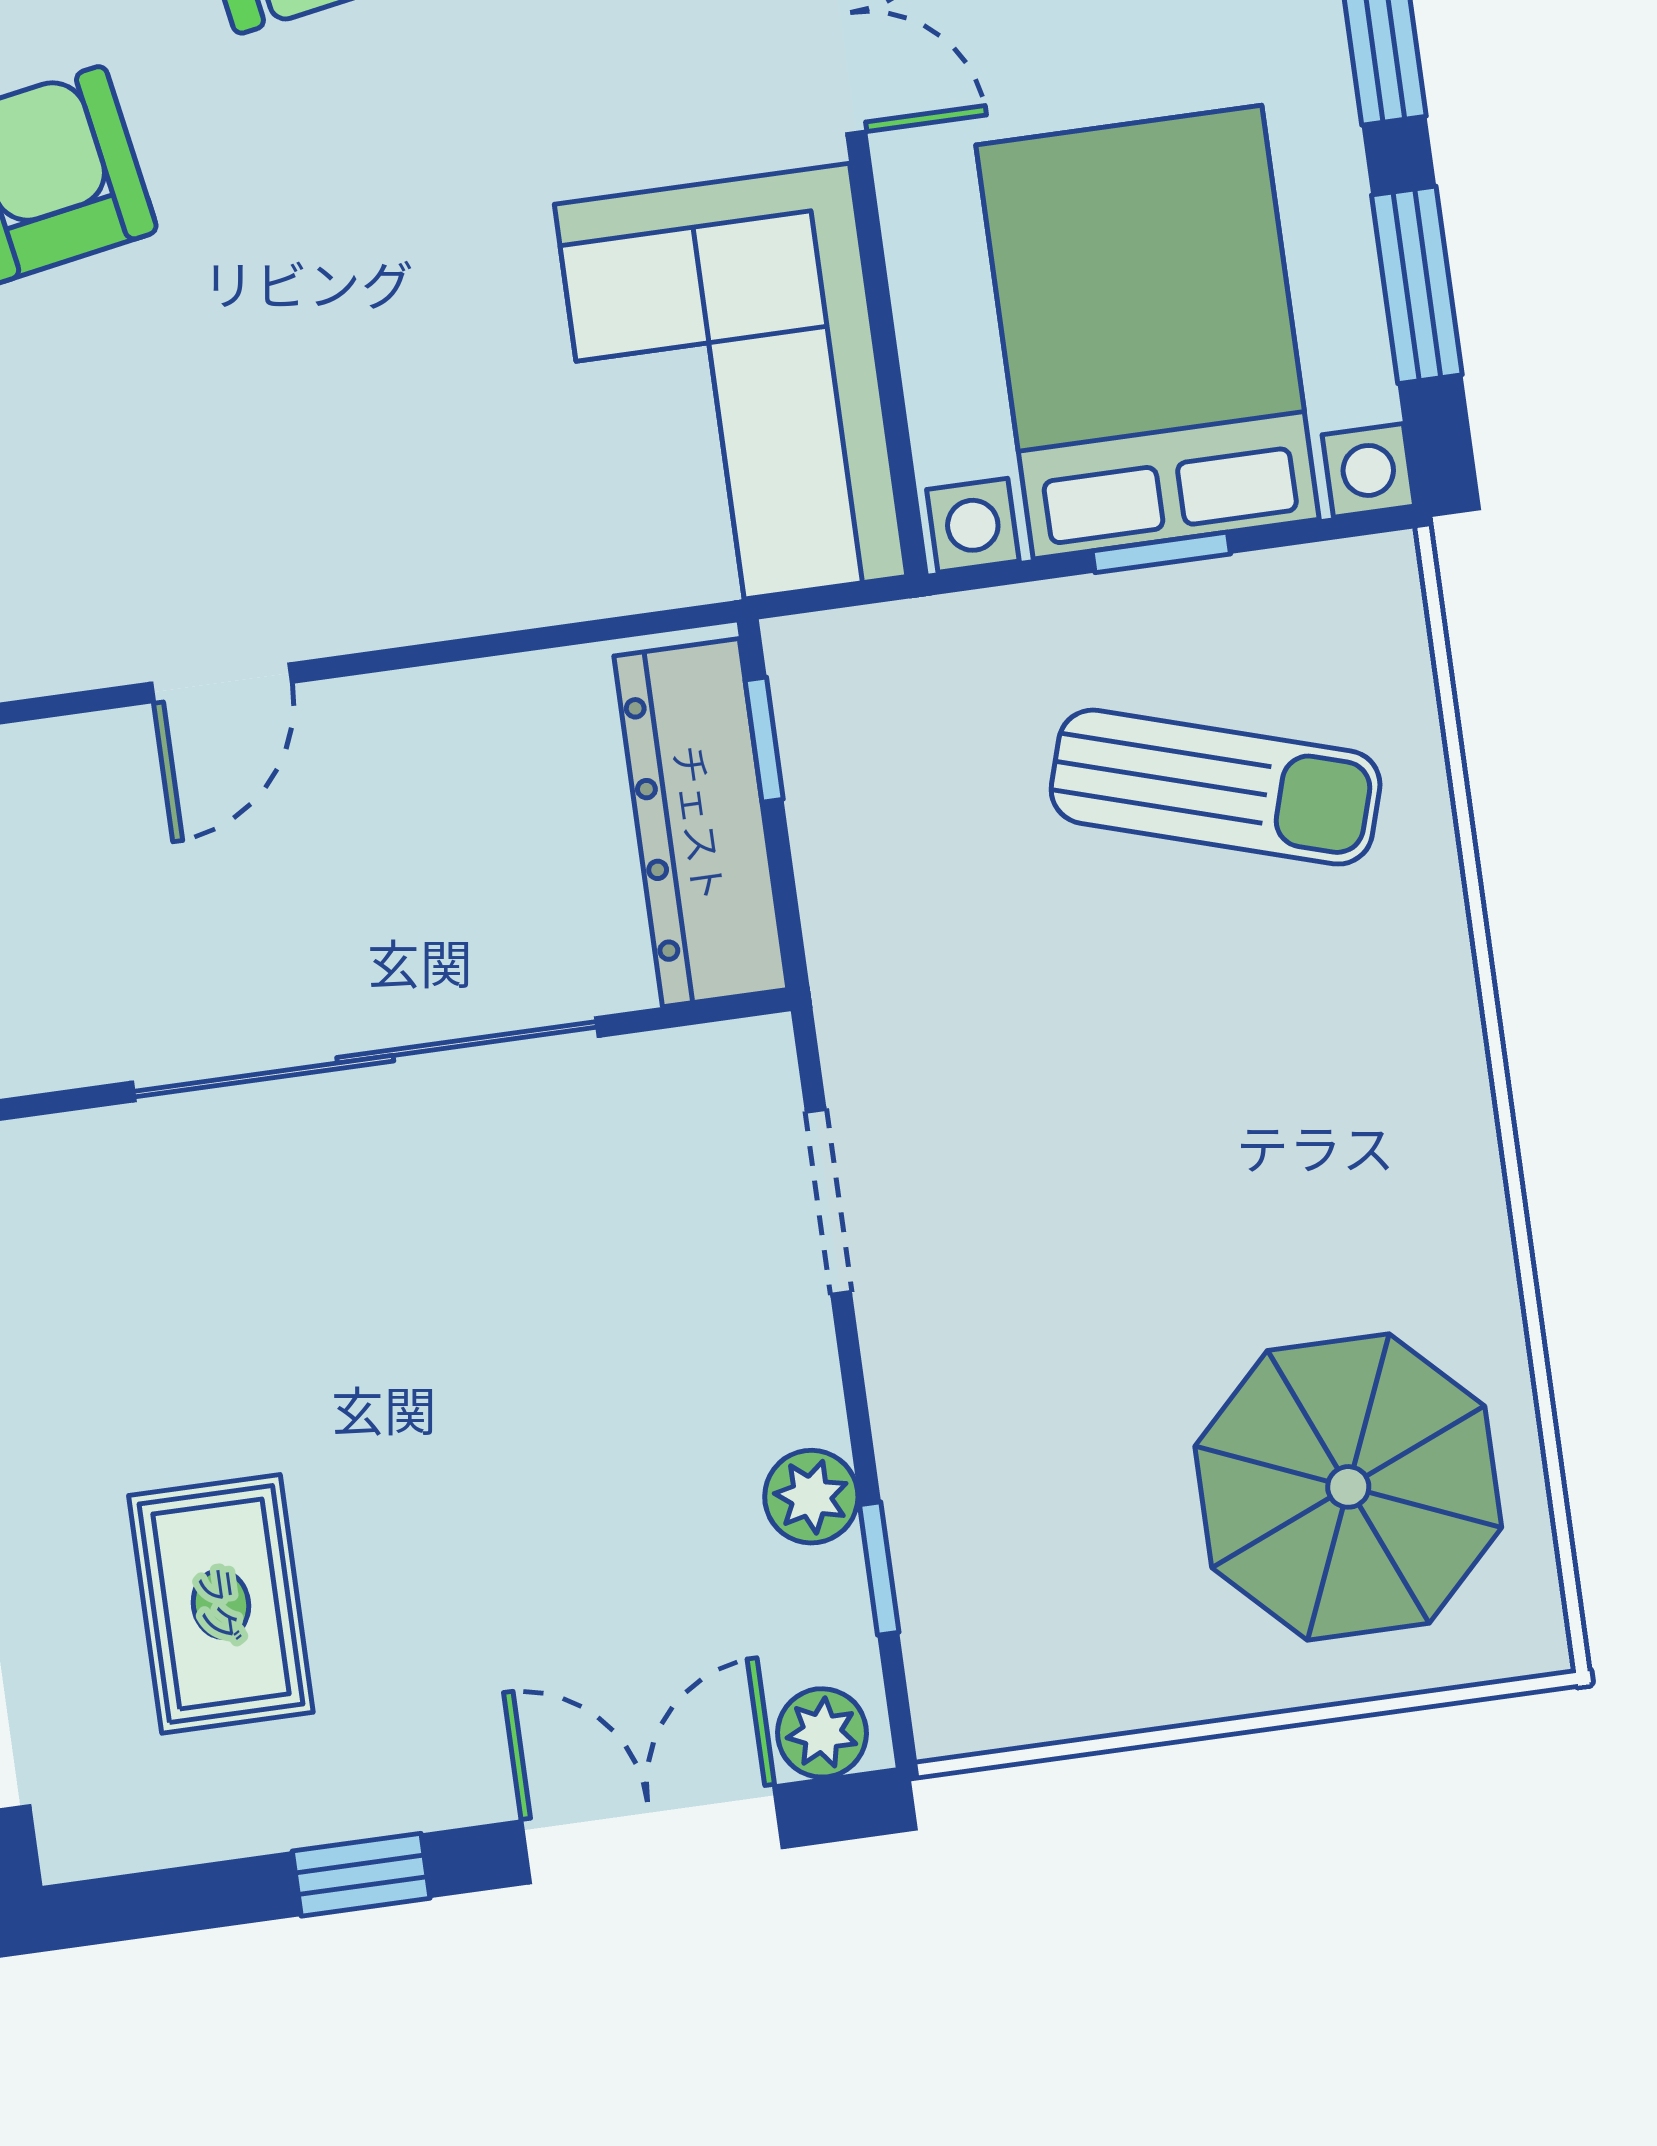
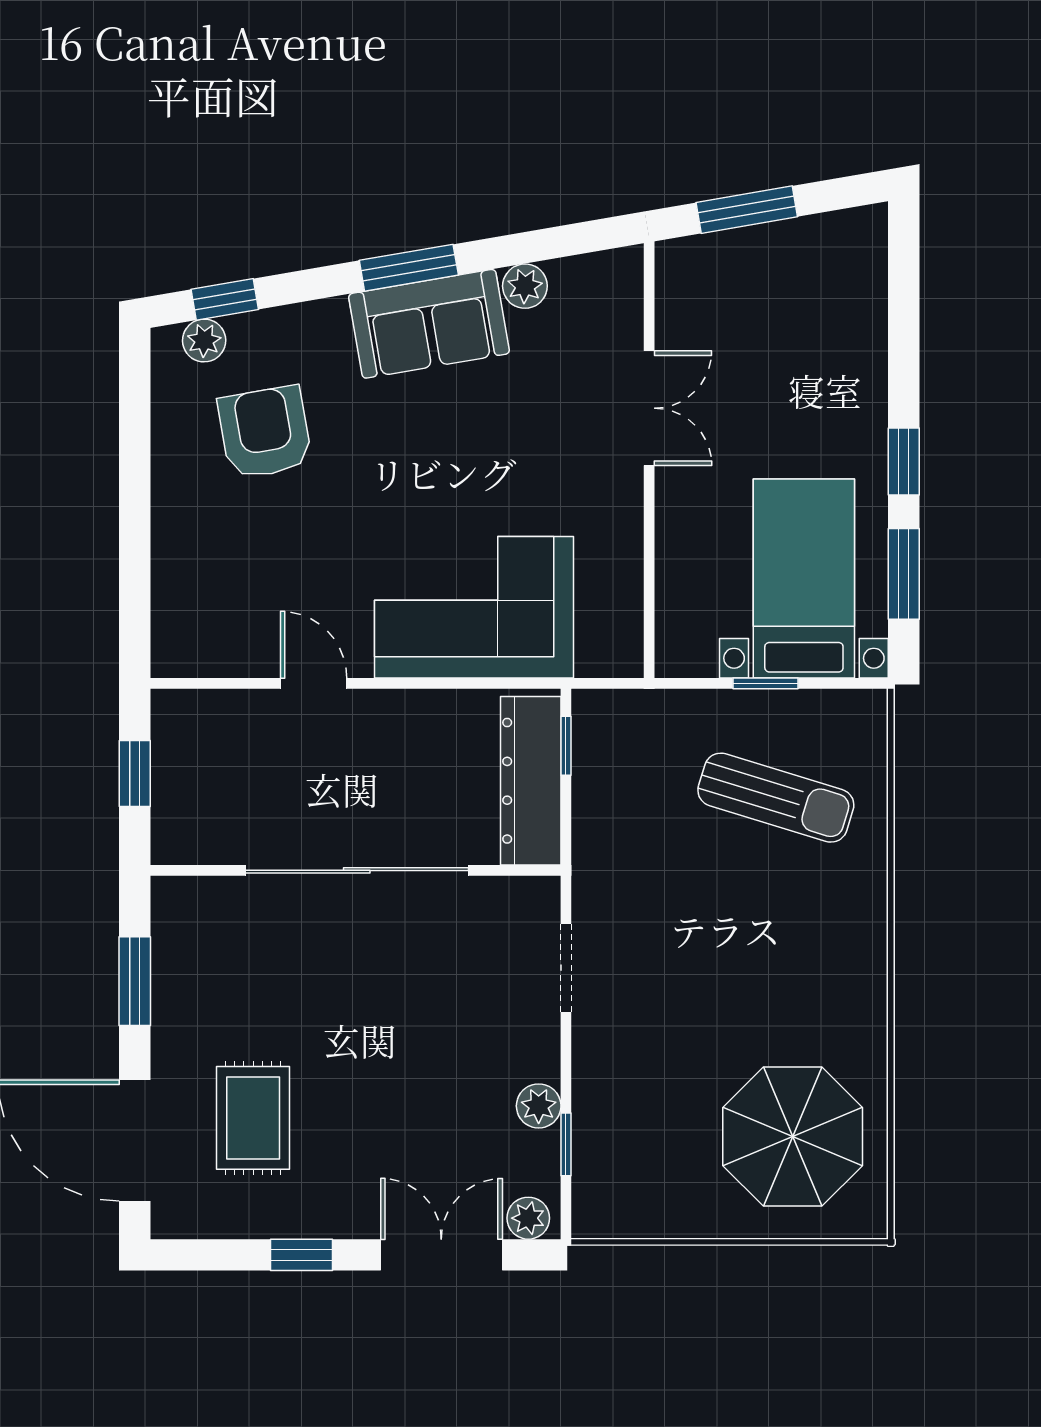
bed with nightstands: (1148, 332) -> (804, 579), width x0.73
corner sofa: (731, 390) -> (474, 607), moved, turned 90
door: (221, 683) -> (314, 683), swing flipped

